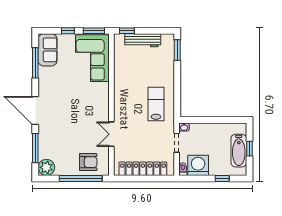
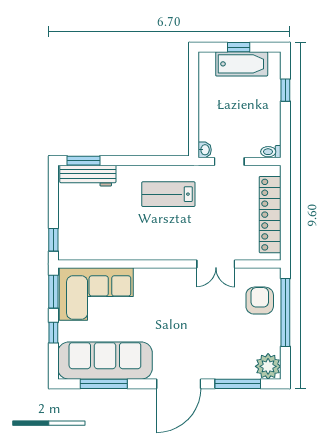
workbench: (143, 40) -> (88, 176), moved, turned 90
sofa: (48, 50) -> (105, 361), width x1.85, depth x1.27
washing machine: (198, 165) -> (265, 128), removed

